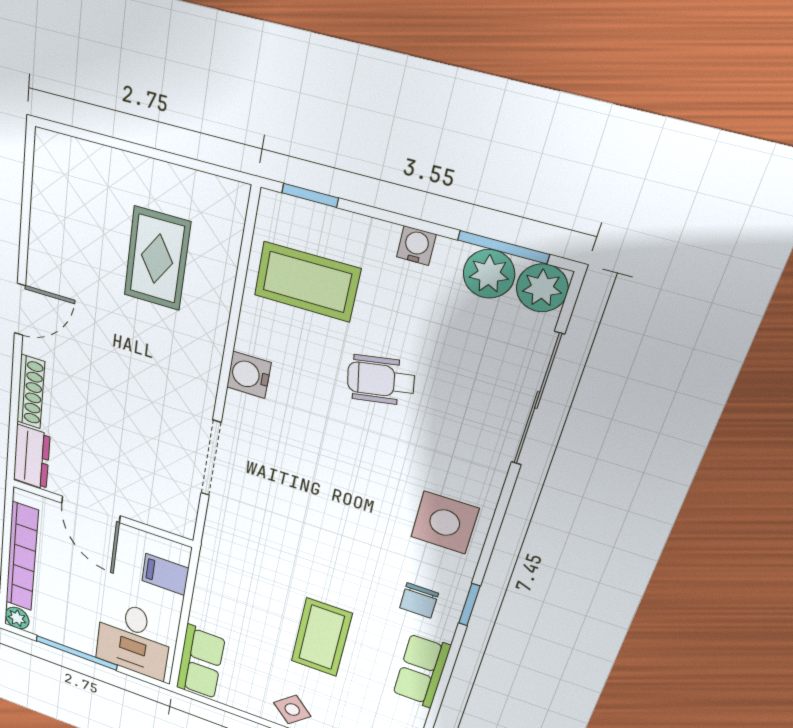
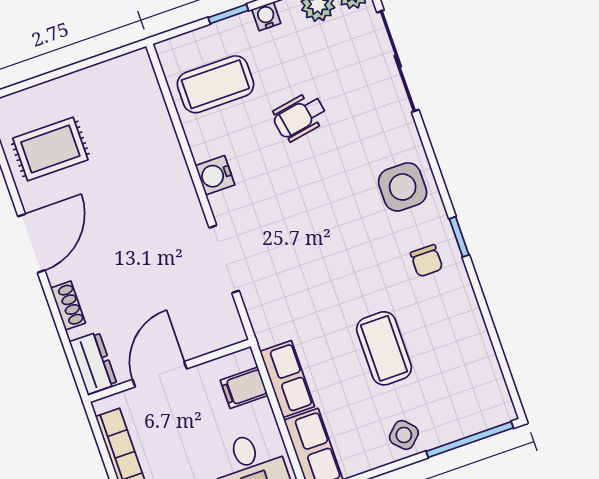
window: (310, 195) -> (228, 14), moved
rug: (157, 259) -> (50, 149), moved, turned 90
door: (20, 309) -> (31, 243), width x1.38
shoe rack: (31, 392) -> (68, 306), width x0.70
door: (91, 509) -> (160, 374), swing flipped
row of seats: (421, 671) -> (287, 379), moved, turned 180

